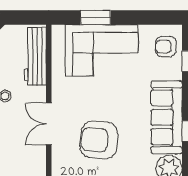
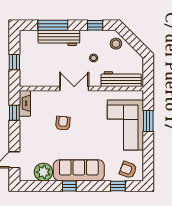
armchair: (166, 47) -> (128, 170), turned -69
armchair: (99, 140) -> (63, 123), width x0.53, depth x0.53

